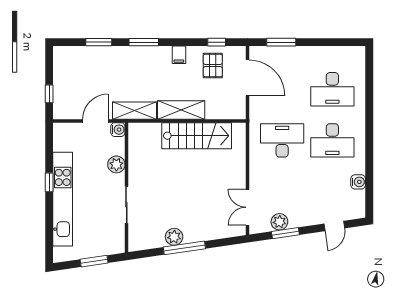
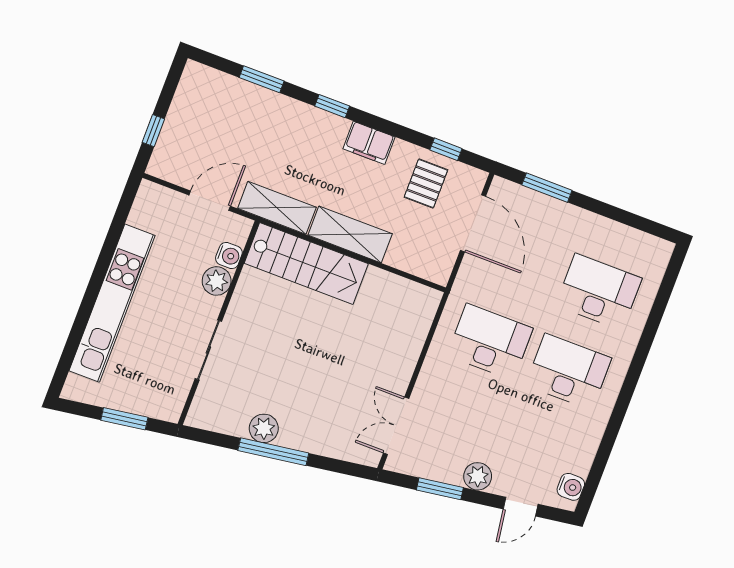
window: (144, 42) -> (332, 106), width x0.67
filing cabinet: (179, 55) -> (369, 143), width x2.00
desk: (332, 89) -> (599, 292), turned 180
water cooler: (118, 130) -> (229, 256), moved
stairs: (197, 136) -> (306, 264), moved
desk: (332, 140) -> (568, 372), turned 180
window: (49, 182) -> (101, 269), removed
water cooler: (358, 182) -> (571, 487), moved
plant: (279, 222) -> (478, 476), moved

